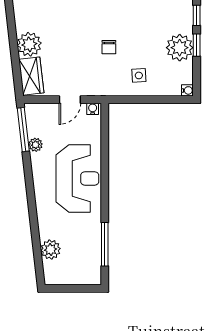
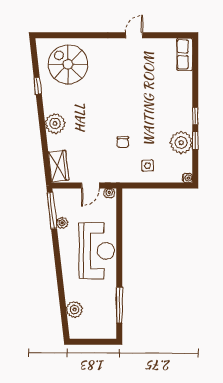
plant: (29, 44) -> (55, 123), moved

